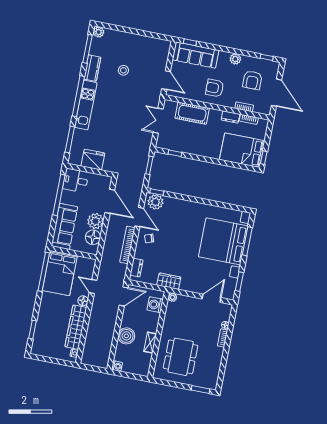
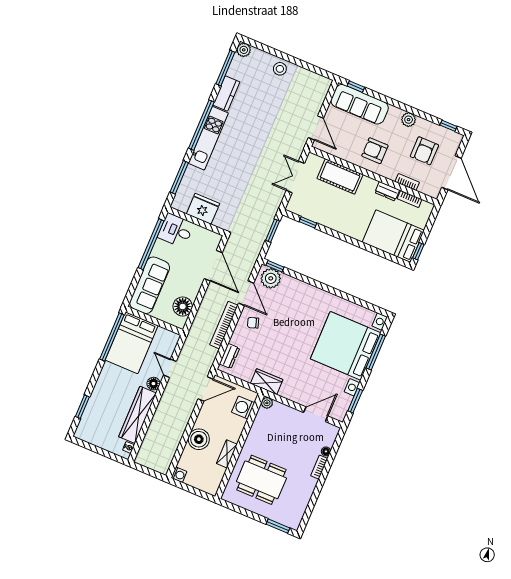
stool: (123, 70) -> (280, 69), moved
plant: (95, 221) -> (190, 287), removed
dining table: (181, 357) -> (261, 480), turned 90

